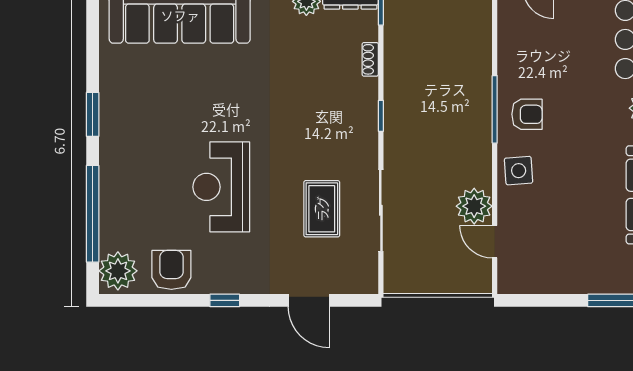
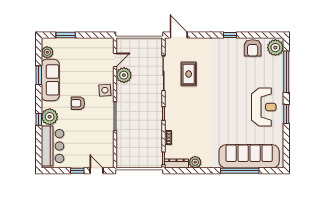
armchair: (527, 114) -> (78, 103), moved
reception desk: (221, 187) -> (264, 107), moved
door: (495, 242) -> (115, 60), hinge flipped
door: (309, 300) -> (179, 35), moved

